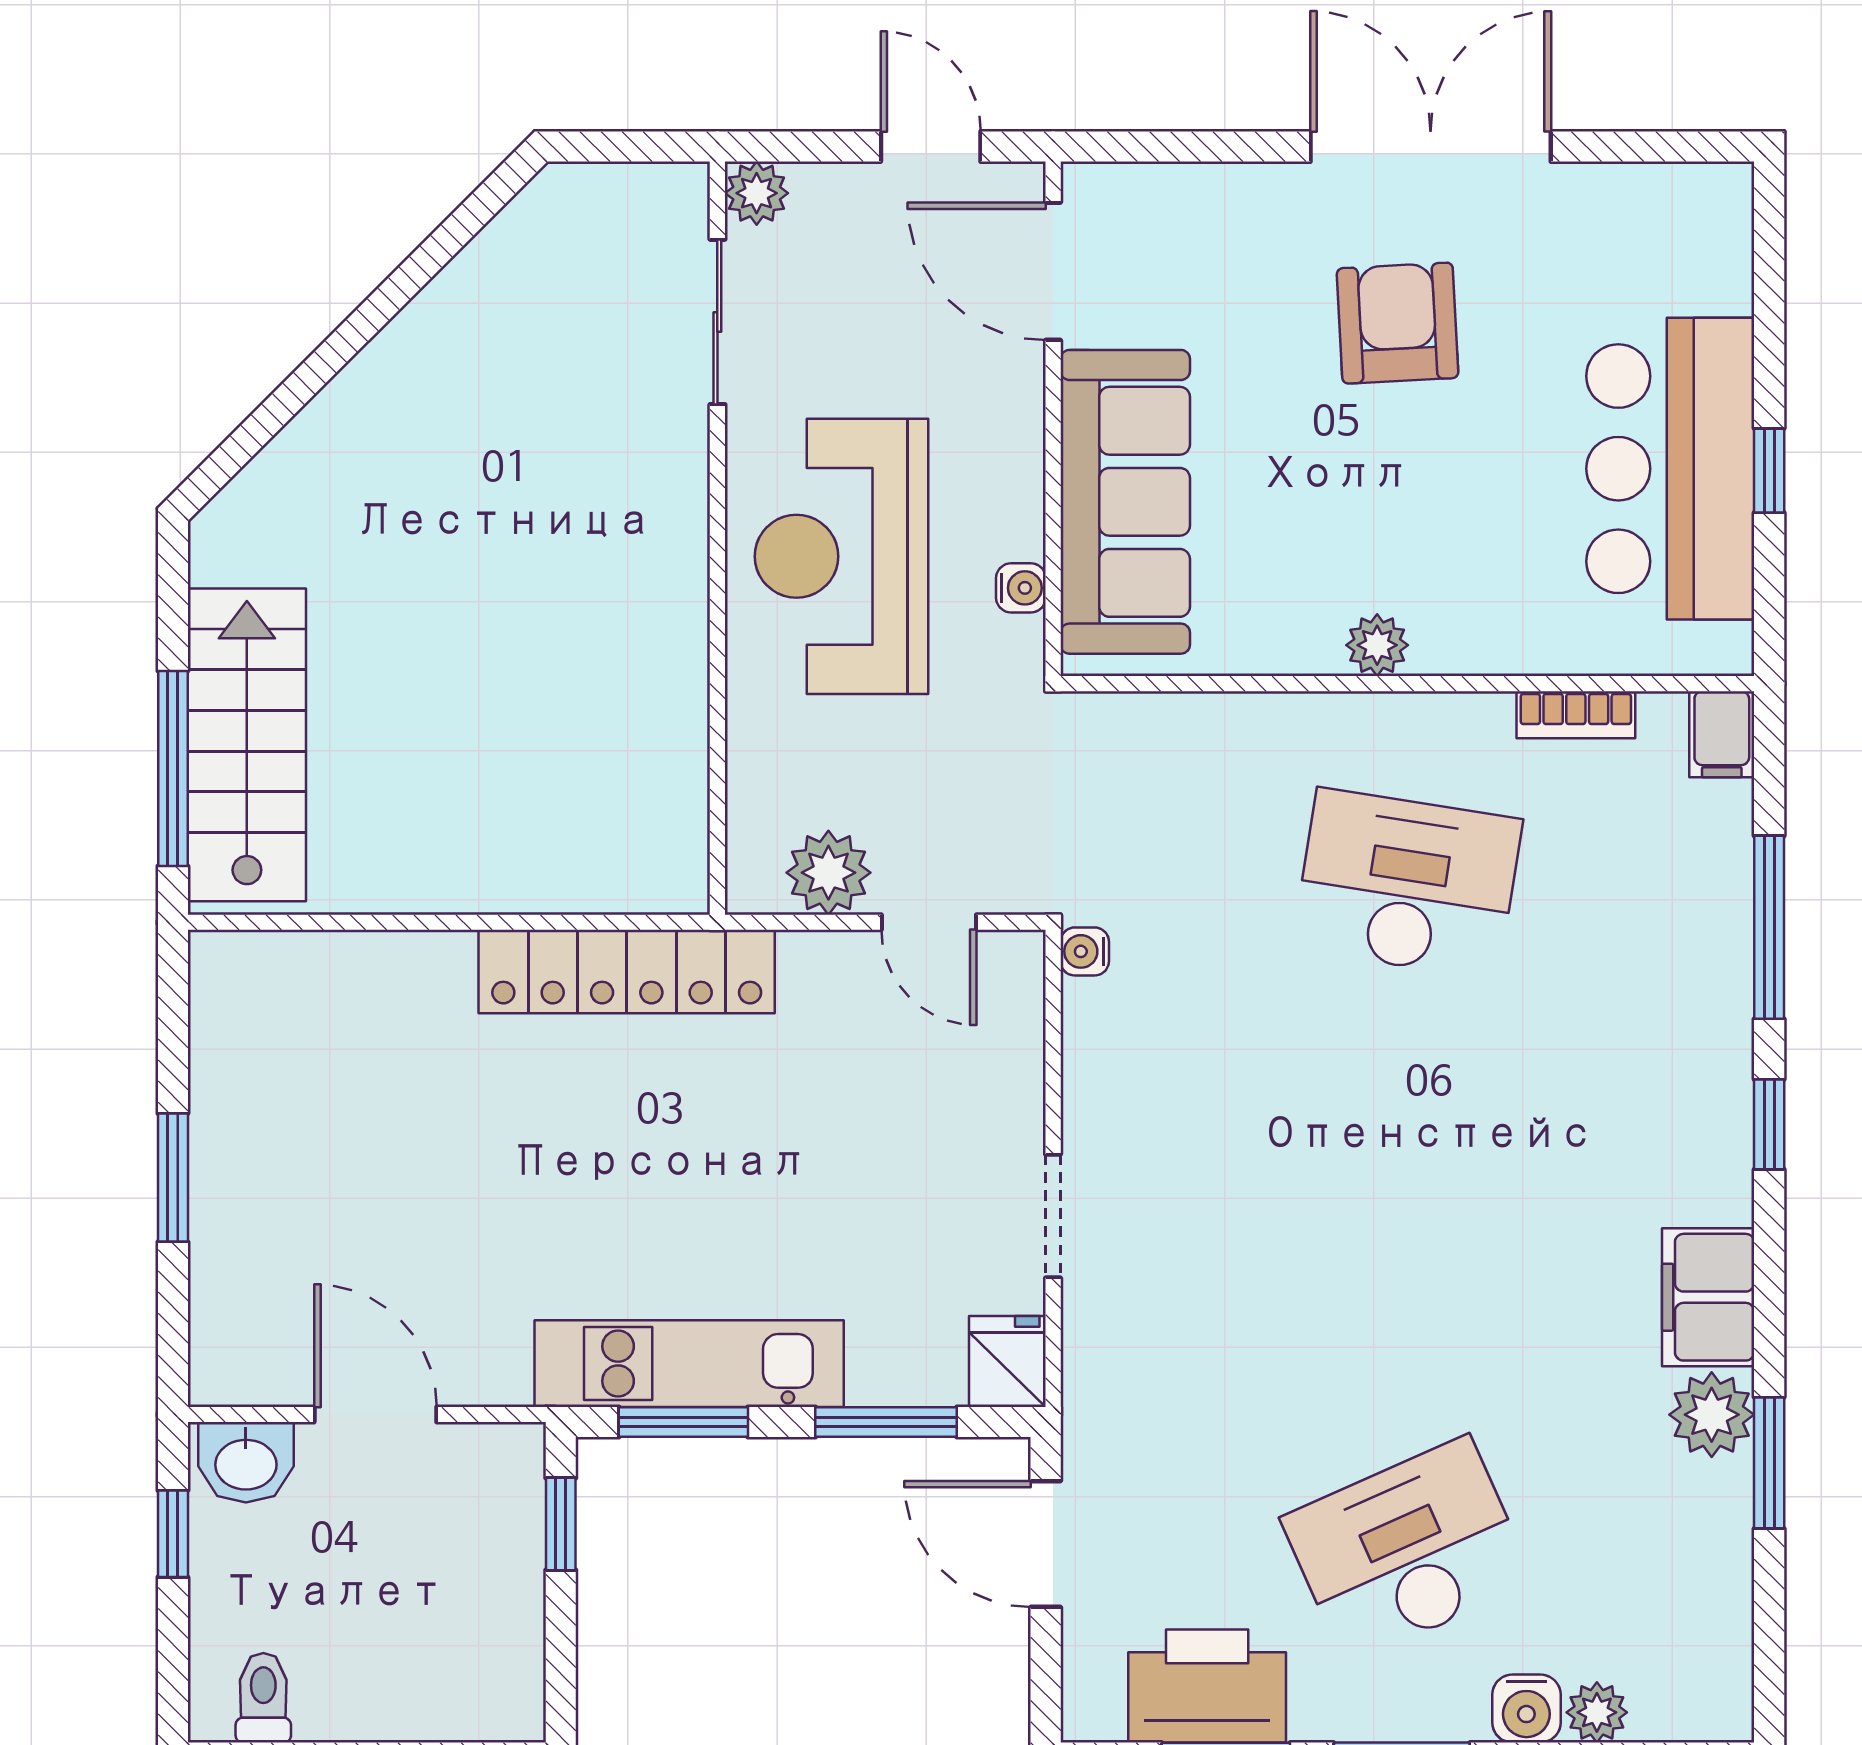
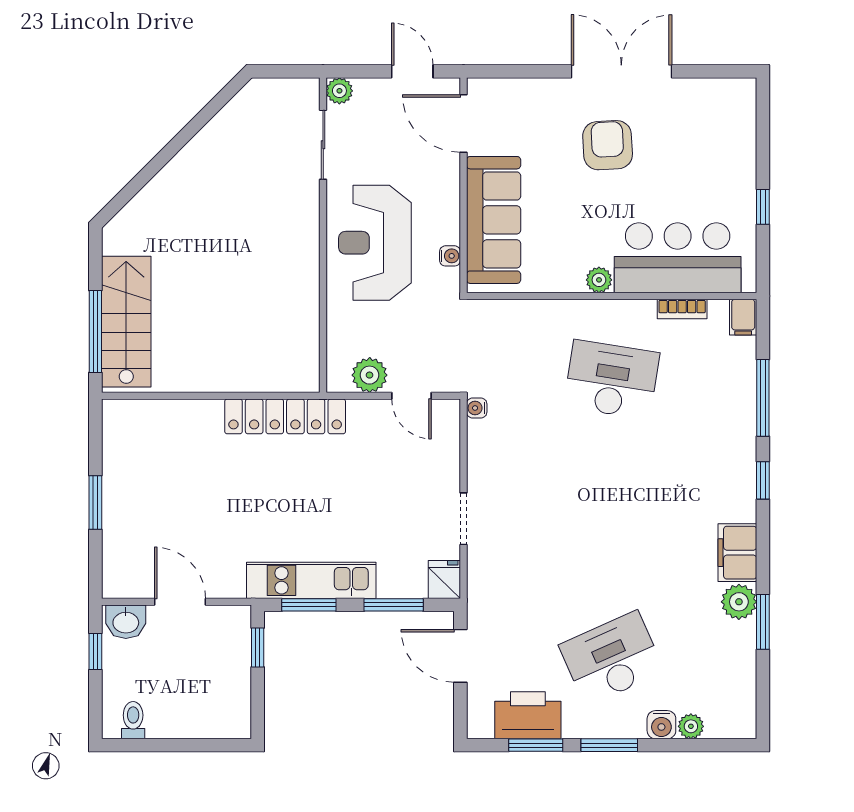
bar counter: (1670, 469) -> (678, 258), moved, turned 90

